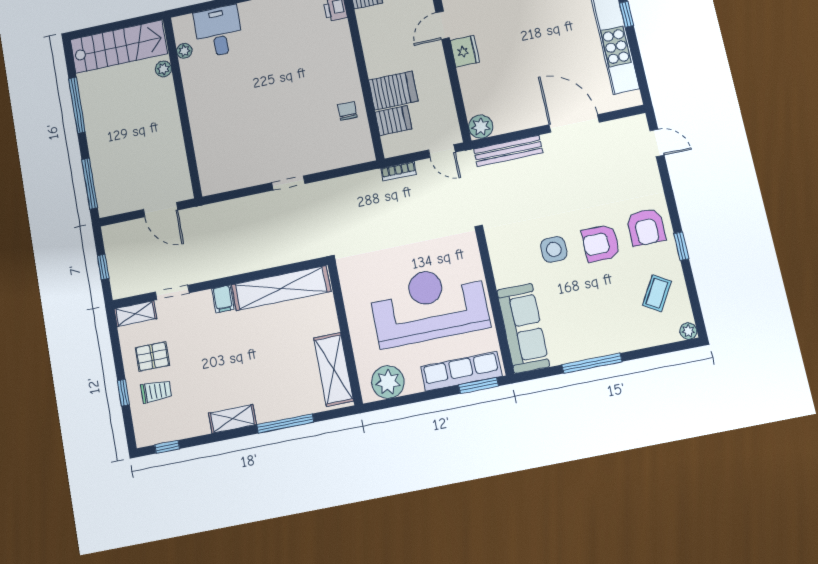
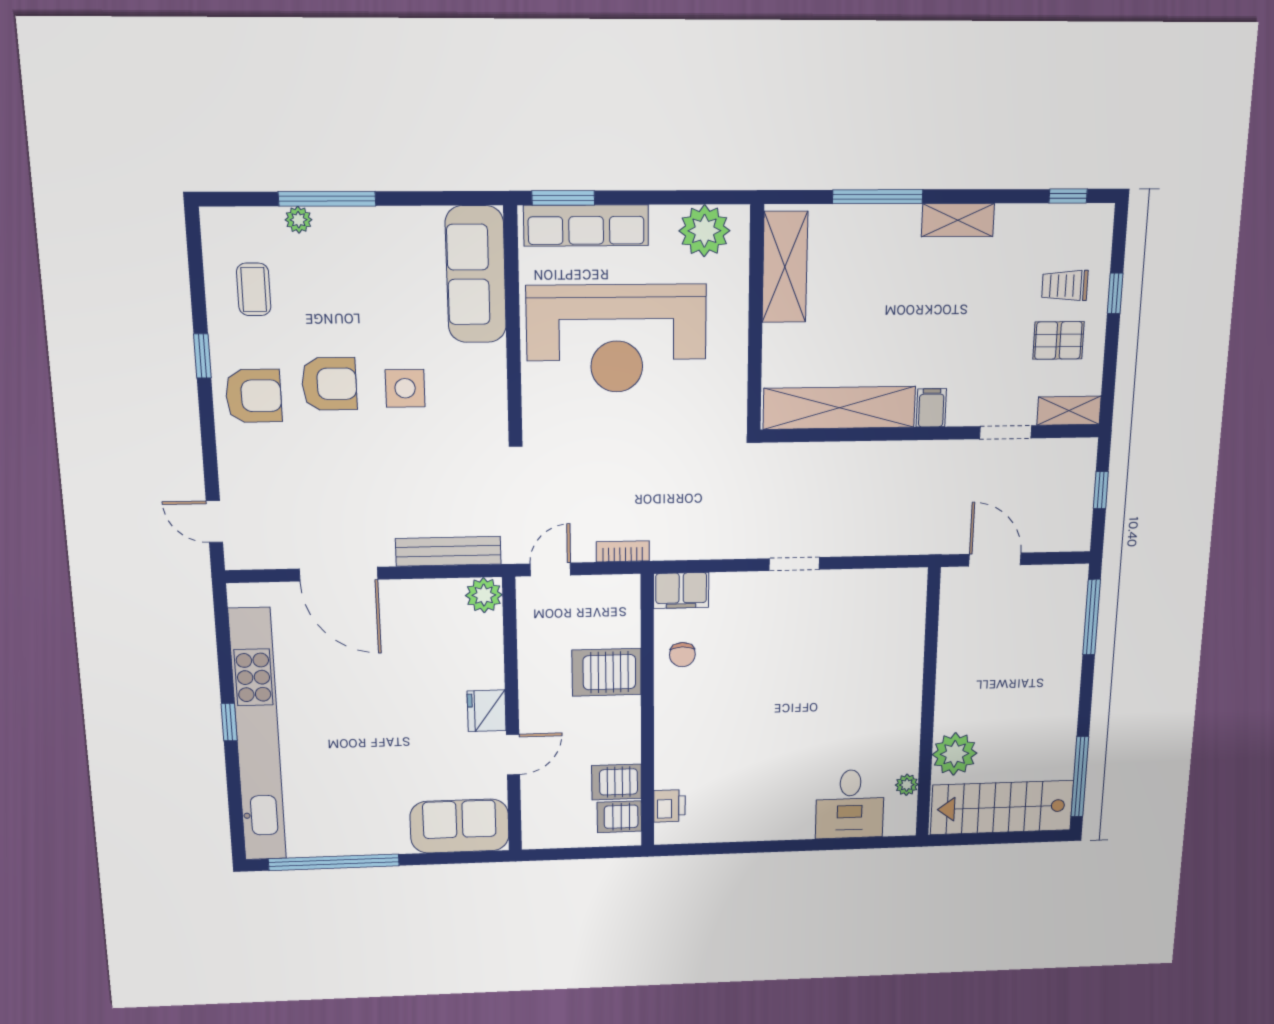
plant: (163, 69) -> (955, 754), width x1.88, depth x1.88
window: (77, 105) -> (1080, 777), moved
server rack: (393, 121) -> (617, 782), moved
door: (442, 151) -> (550, 569), hinge flipped
filing cabinet: (357, 153) -> (681, 590), added
armchair: (646, 227) -> (254, 396), turned 90
coffee table: (657, 293) -> (254, 289), turned -31
plant: (688, 331) -> (298, 220), moved
window: (592, 363) -> (327, 199), moved

